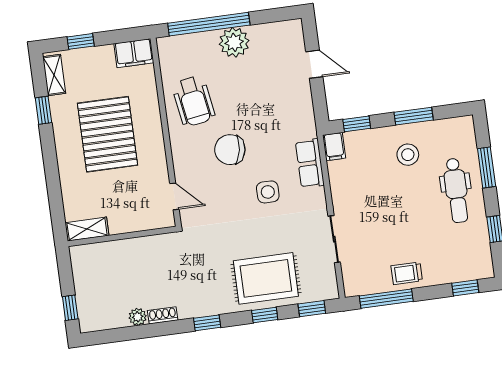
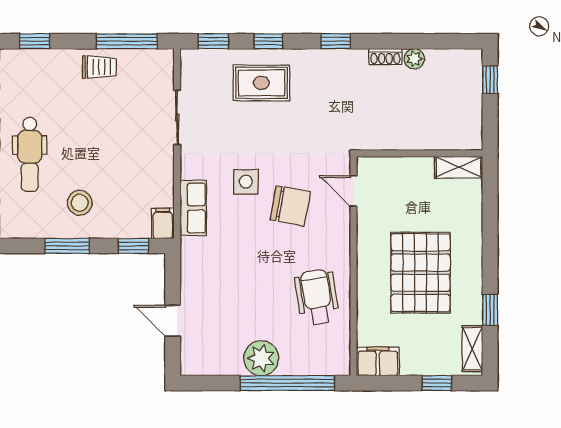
chair: (230, 150) -> (290, 206), moved
dental chair: (456, 190) -> (30, 154), turned 180
rug: (266, 278) -> (261, 83), width x0.73, depth x0.70

